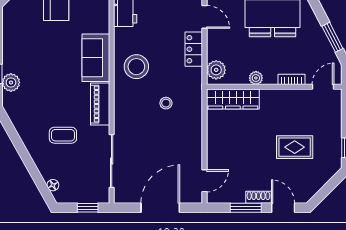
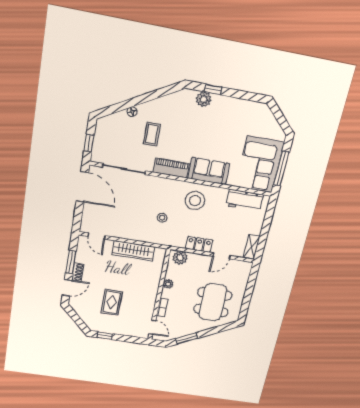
wardrobe: (233, 99) -> (133, 251), moved, turned -90
floor lamp: (53, 185) -> (132, 112), moved
door: (160, 208) -> (82, 187), moved

